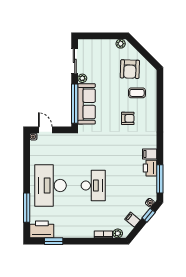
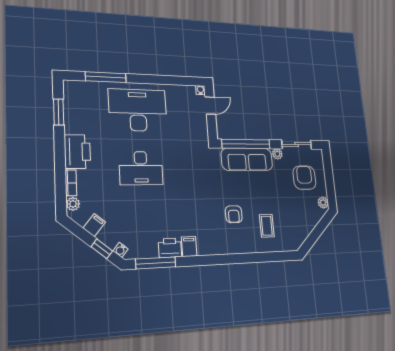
armchair: (130, 69) -> (304, 178), moved, turned 88
printer: (42, 229) -> (77, 152), moved

